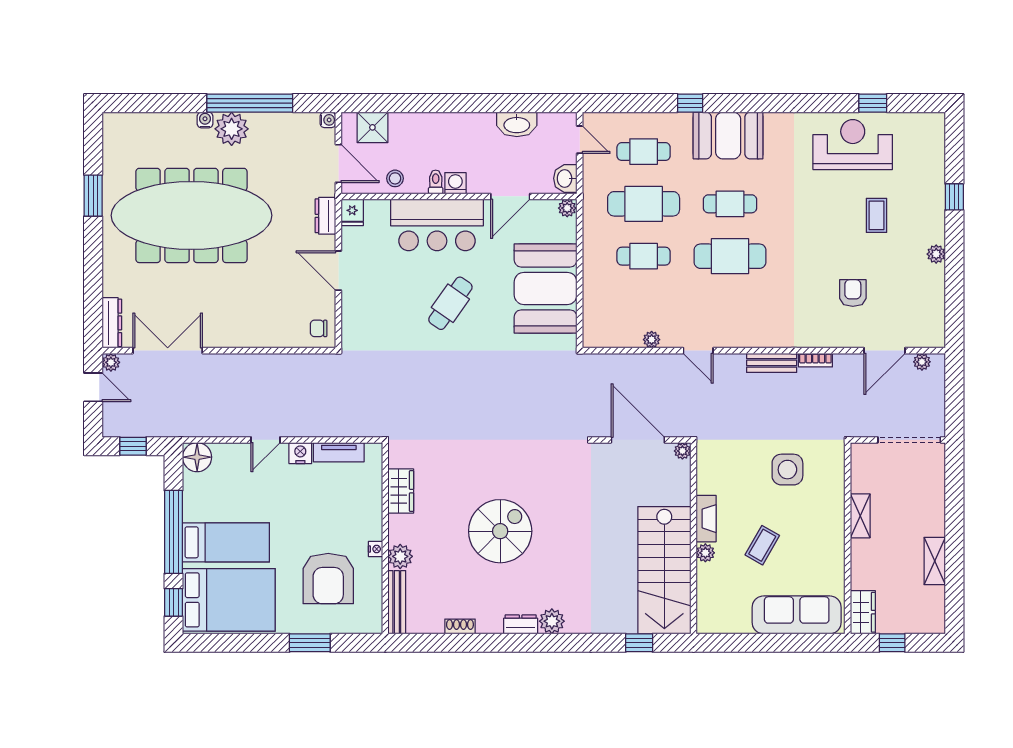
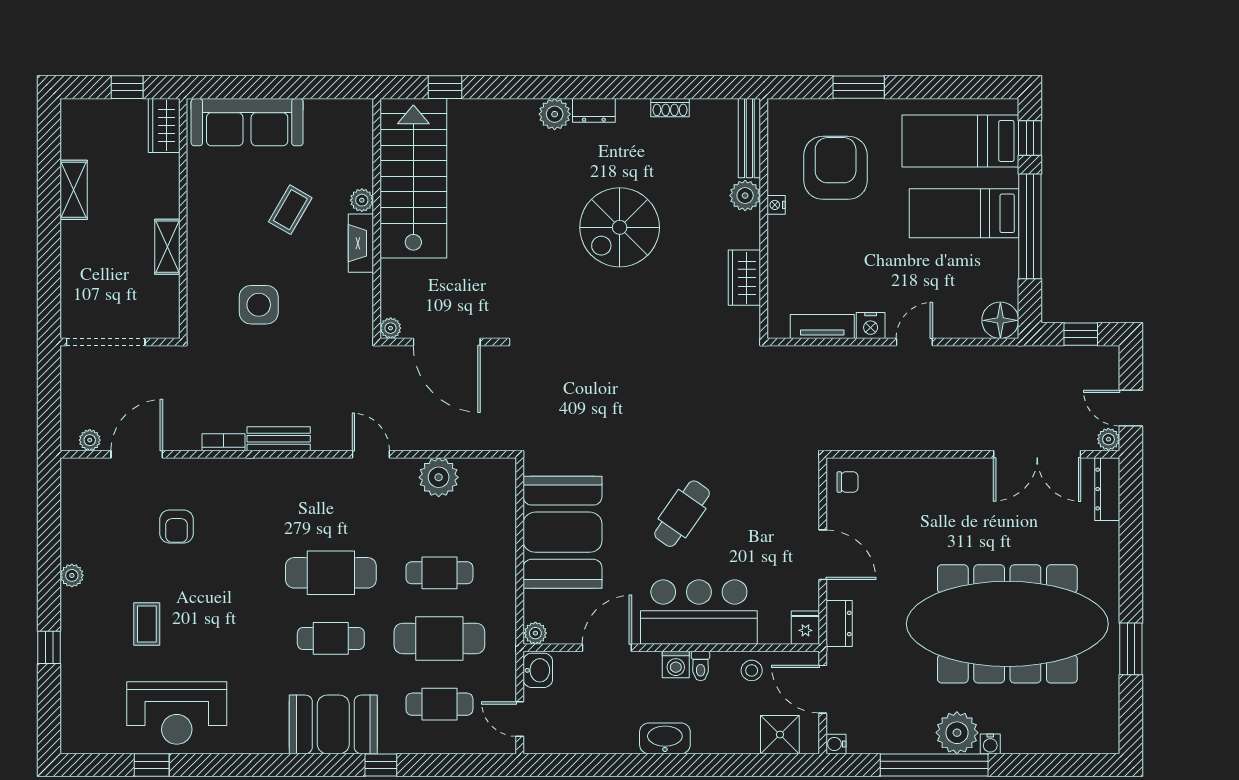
washbasin: (517, 124) -> (665, 738), moved
plant: (652, 340) -> (439, 477), width x1.88, depth x1.88
bed: (229, 600) -> (960, 141), width x0.67

